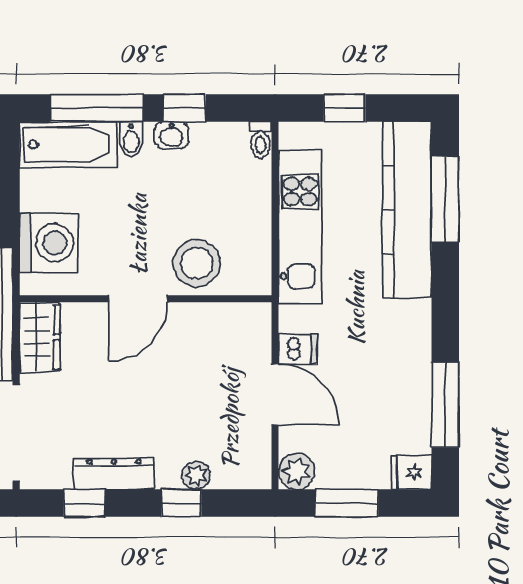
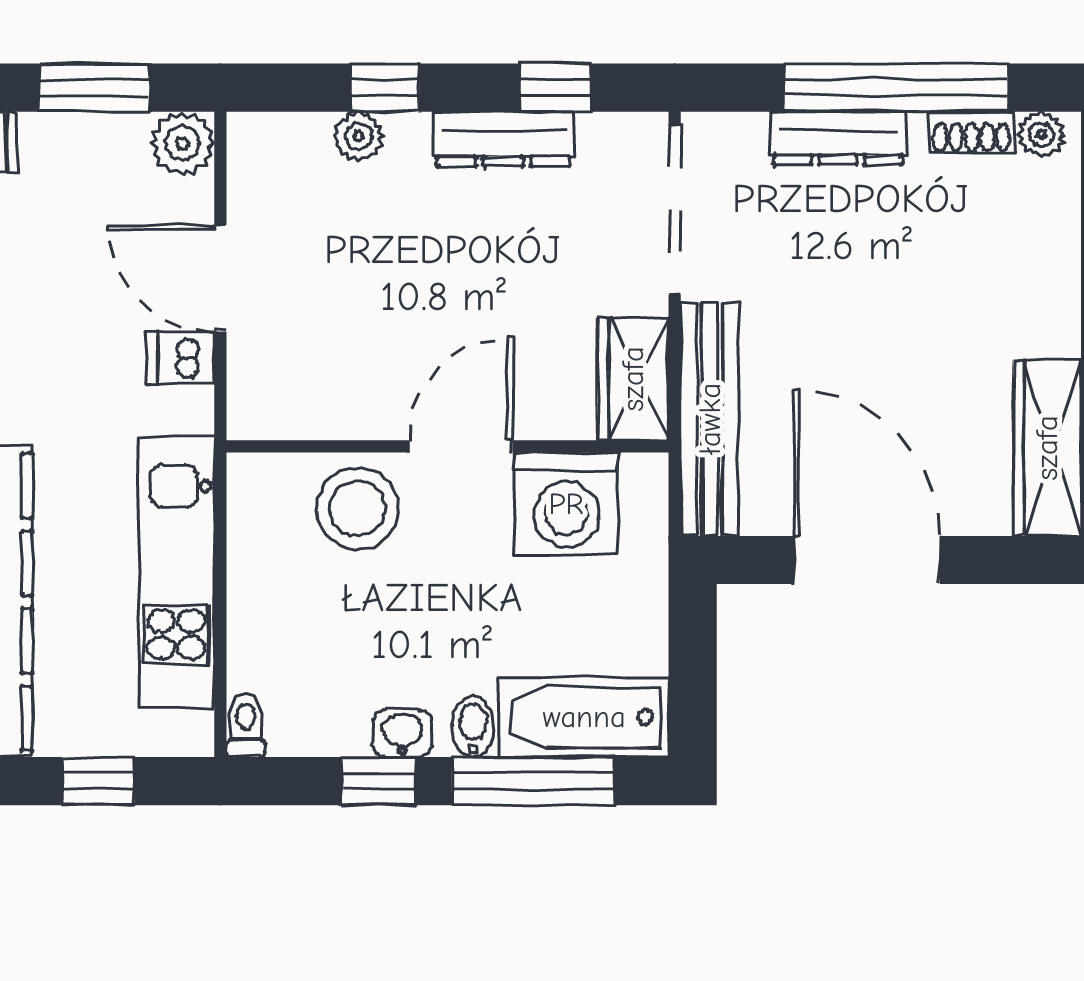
washing machine: (49, 243) -> (566, 504), moved, turned -90

